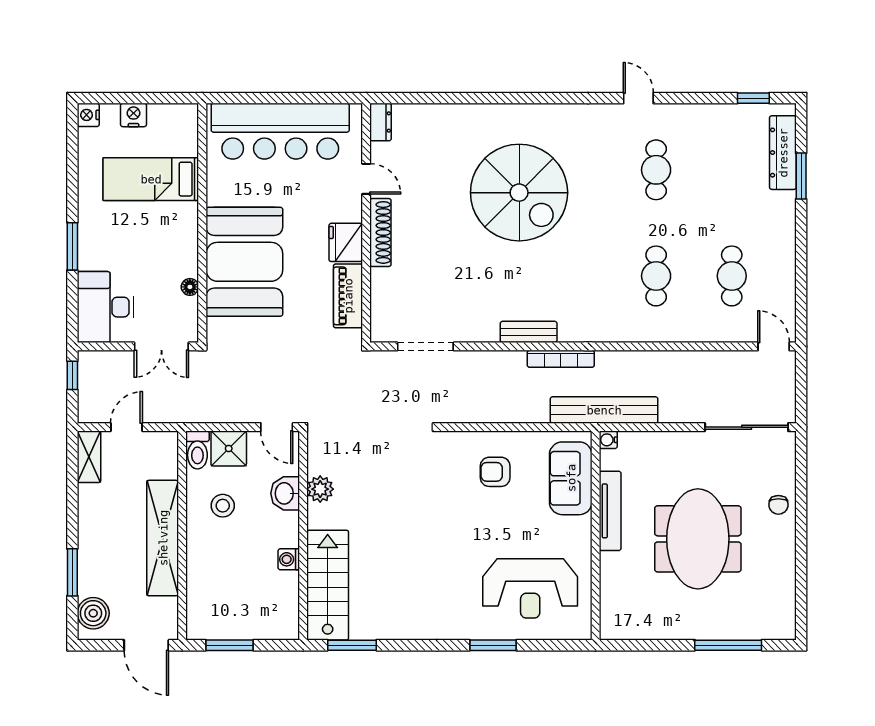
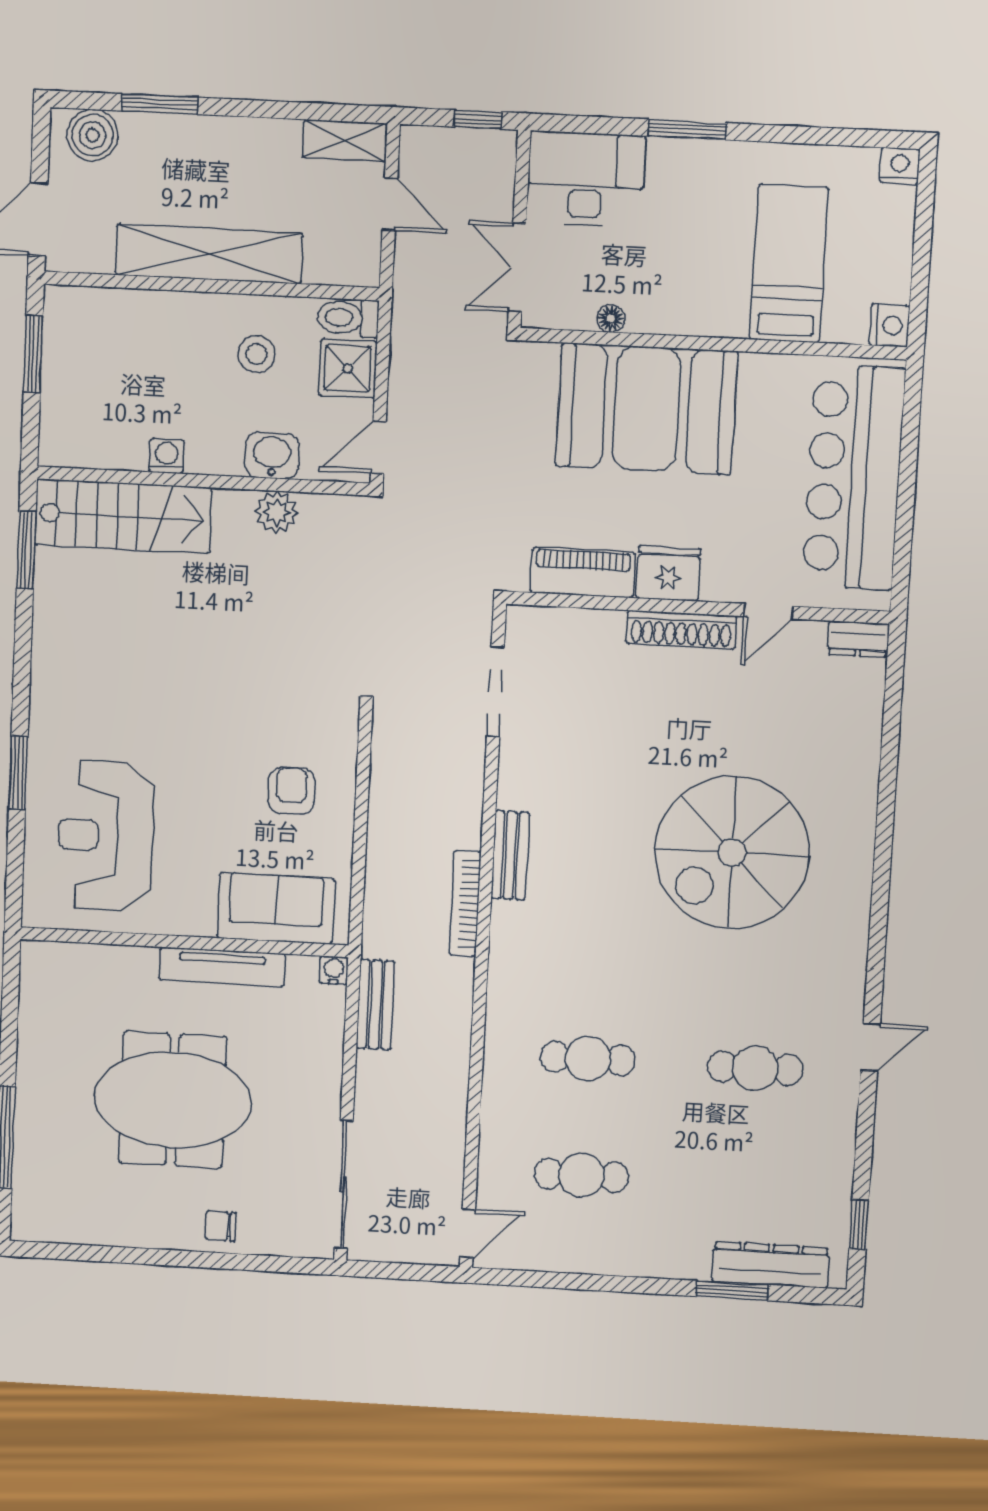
nightstand: (134, 115) -> (890, 325), moved
bench: (604, 410) -> (375, 1005), width x0.54, depth x0.82

